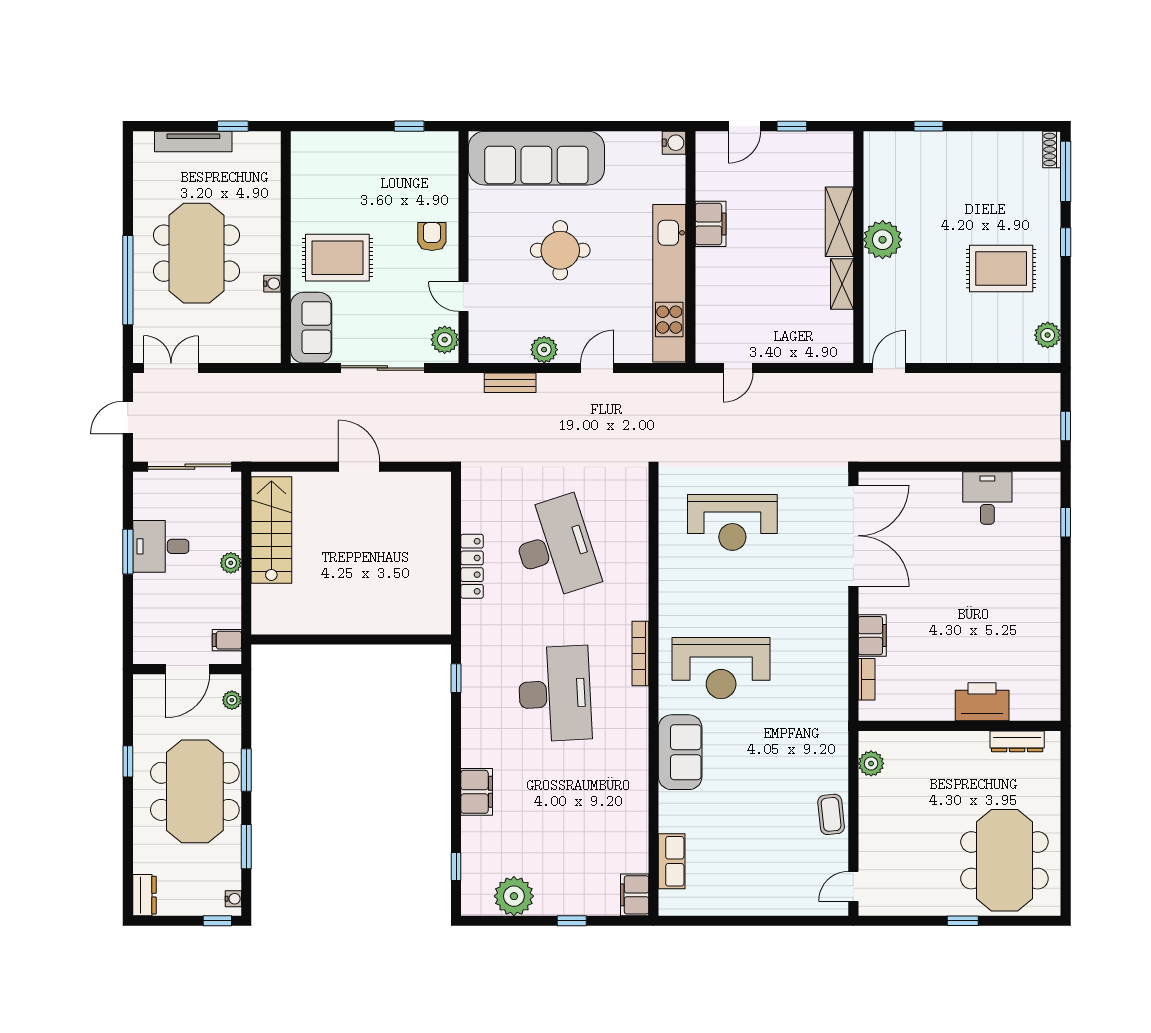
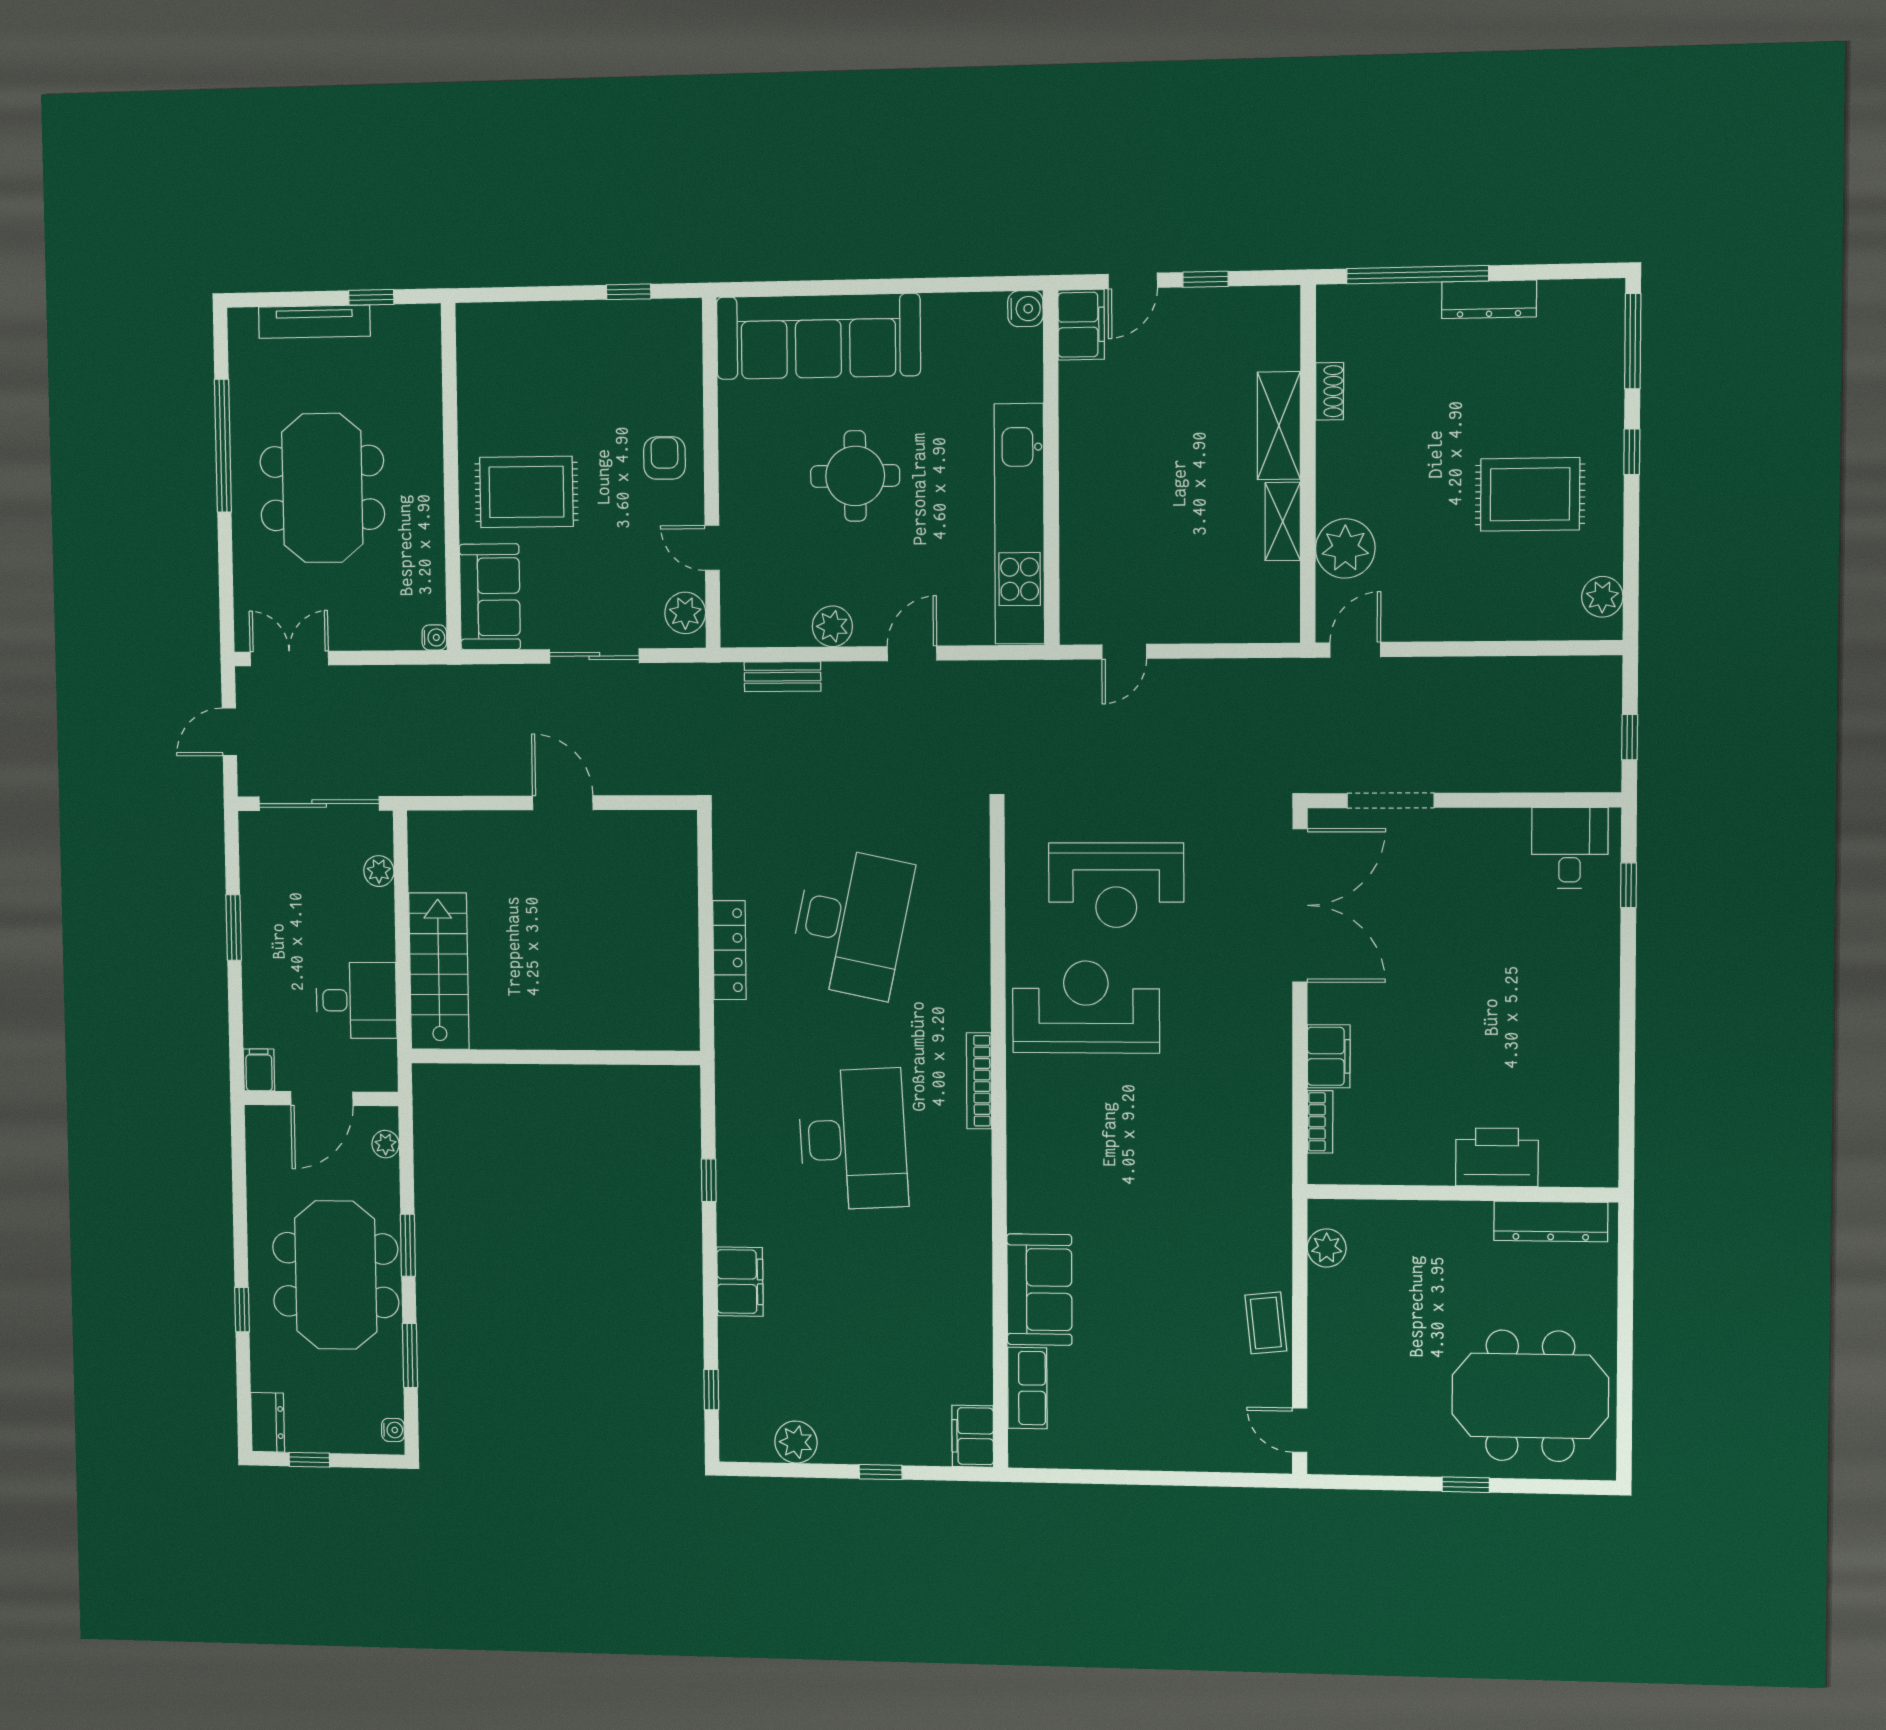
window: (929, 126) -> (1417, 275), width x3.17
dresser: (974, 143) -> (1489, 299), added
shoe rack: (1052, 150) -> (1330, 391), moved, turned 180
filing cabinet: (711, 224) -> (1081, 325), moved
plant: (883, 240) -> (1345, 548), moved
window: (128, 280) -> (223, 446), moved
water cooler: (272, 284) -> (434, 637), moved
sliding door: (382, 368) -> (594, 656), width x0.73
doorway: (912, 467) -> (1390, 801), added
desk: (987, 498) -> (1570, 848), moved
stairs: (271, 530) -> (439, 971), moved
desk: (161, 546) -> (356, 1000), moved, turned 180
desk: (555, 548) -> (851, 923), turned 30
plant: (231, 563) -> (379, 871), moved
filing cabinet: (227, 640) -> (259, 1070), moved, turned 90
reception desk: (721, 668) -> (1086, 1007), moved, turned 180
window: (456, 678) -> (709, 1180), moved
dresser: (1017, 741) -> (1551, 1221), width x1.37, depth x1.24
sofa: (680, 752) -> (1039, 1290), moved
window: (128, 761) -> (242, 1310), moved
meeting table: (1004, 860) -> (1530, 1396), turned 90
door: (853, 886) -> (1300, 1430), hinge flipped
plant: (514, 896) -> (796, 1442), width x0.73, depth x0.73
window: (217, 921) -> (309, 1460), moved

